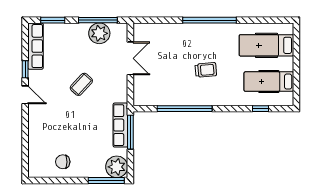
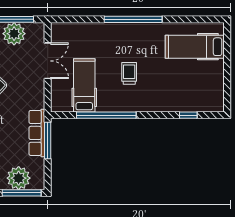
trolley: (206, 70) -> (129, 73), turned -85
hospital bed: (269, 82) -> (84, 85), moved, turned 90
plant: (117, 167) -> (19, 178), moved

